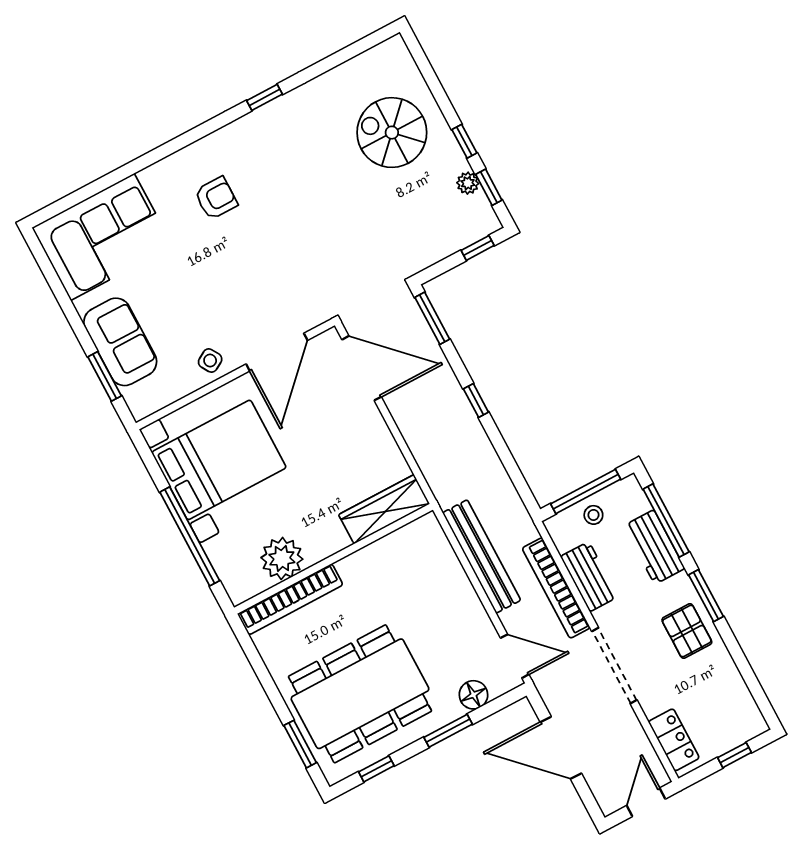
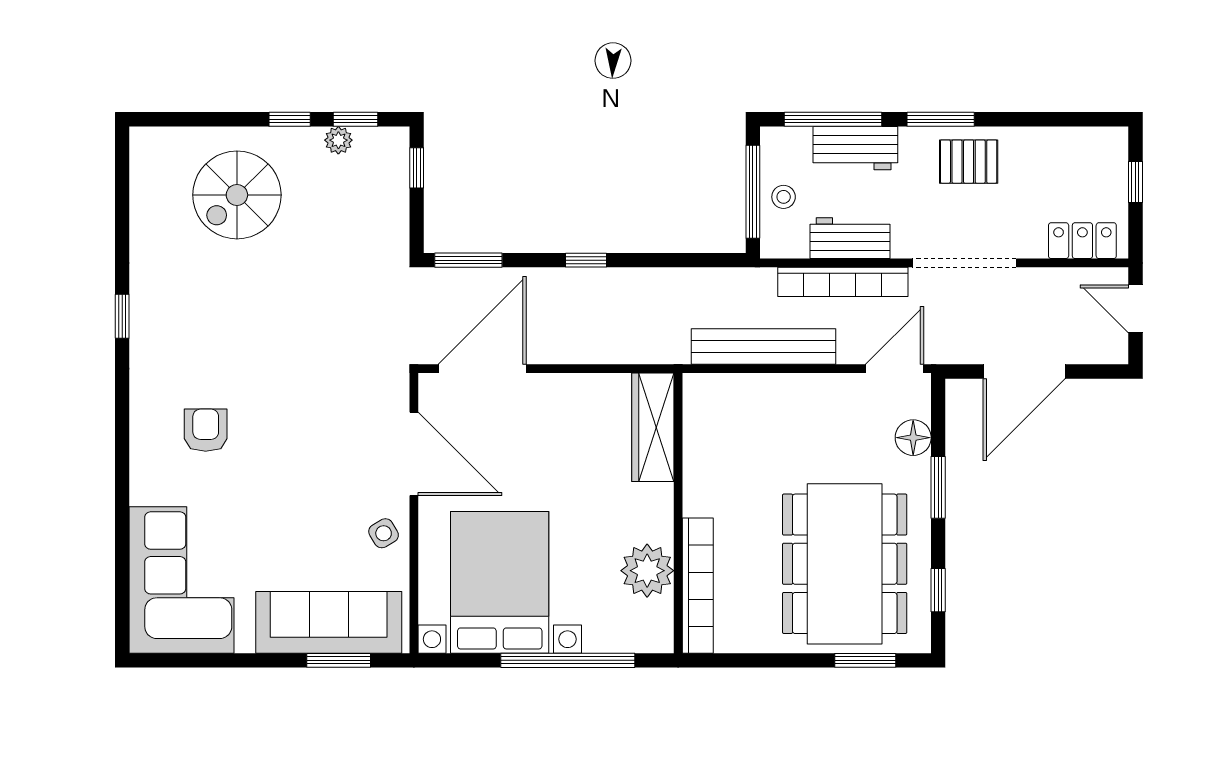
sofa: (120, 342) -> (329, 622), width x1.36

